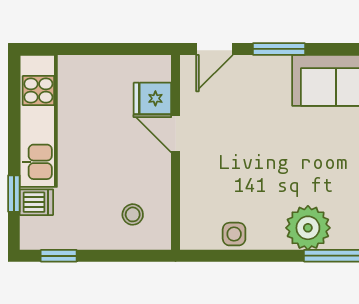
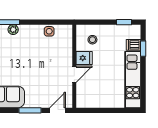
fridge: (152, 98) -> (84, 58), moved
door: (176, 133) -> (74, 74), hinge flipped
plant: (308, 228) -> (13, 30), width x0.53, depth x0.53

